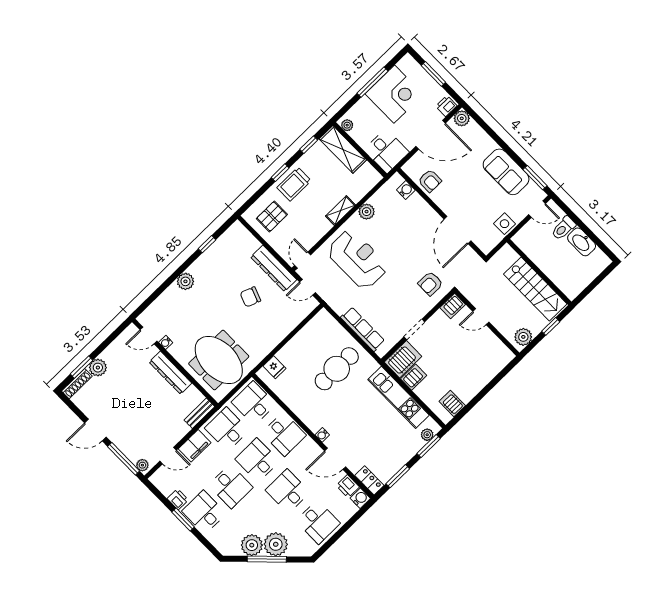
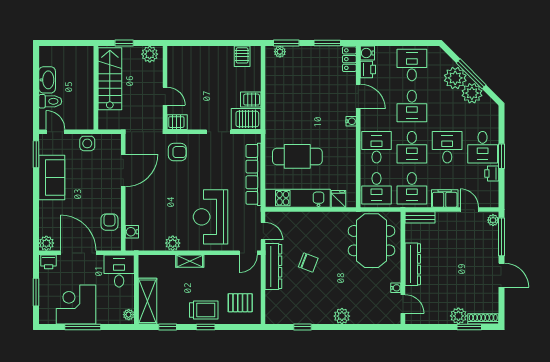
row of seats: (363, 329) -> (253, 174), width x1.36
kitchen unit: (399, 397) -> (298, 198), moved, turned -90

